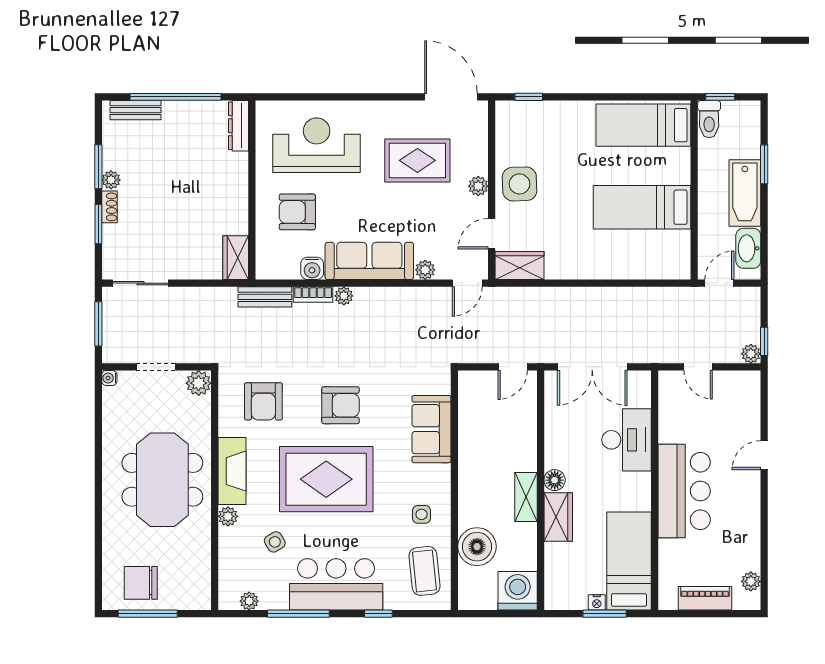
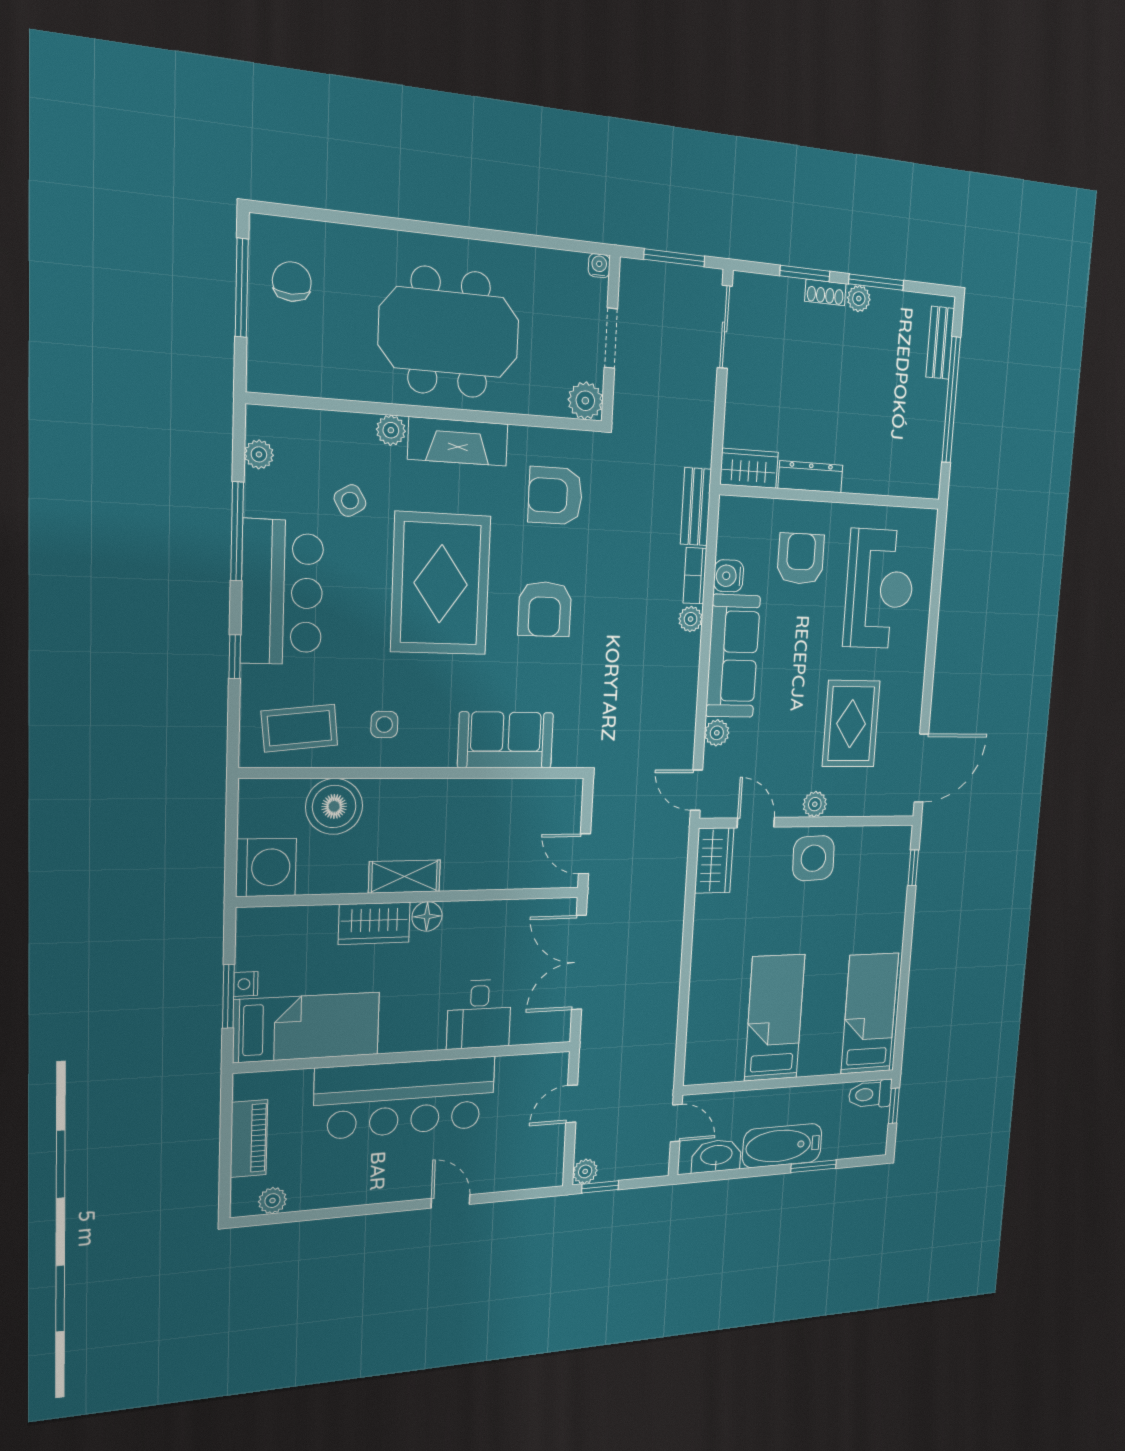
dresser: (239, 126) -> (811, 477), moved
desk: (627, 440) -> (479, 1014), width x0.73
bar counter: (684, 491) -> (405, 1098), width x1.36
chair: (141, 583) -> (292, 282), width x0.73, depth x0.73

